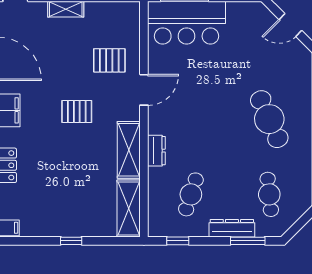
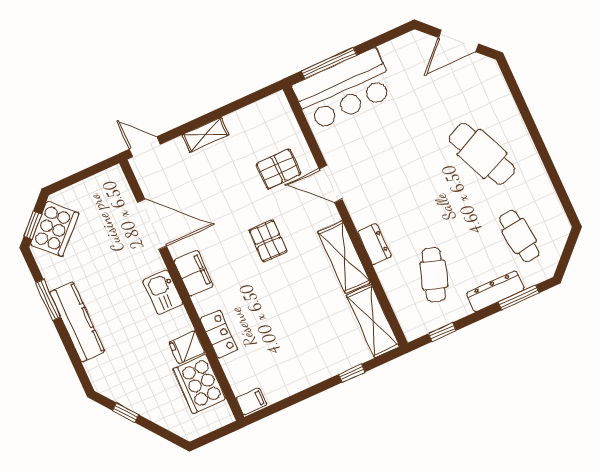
door: (290, 25) -> (458, 41), width x1.37
door: (144, 90) -> (331, 184), swing flipped
pallet: (77, 112) -> (268, 241), turned 90
window: (71, 241) -> (352, 373), moved

